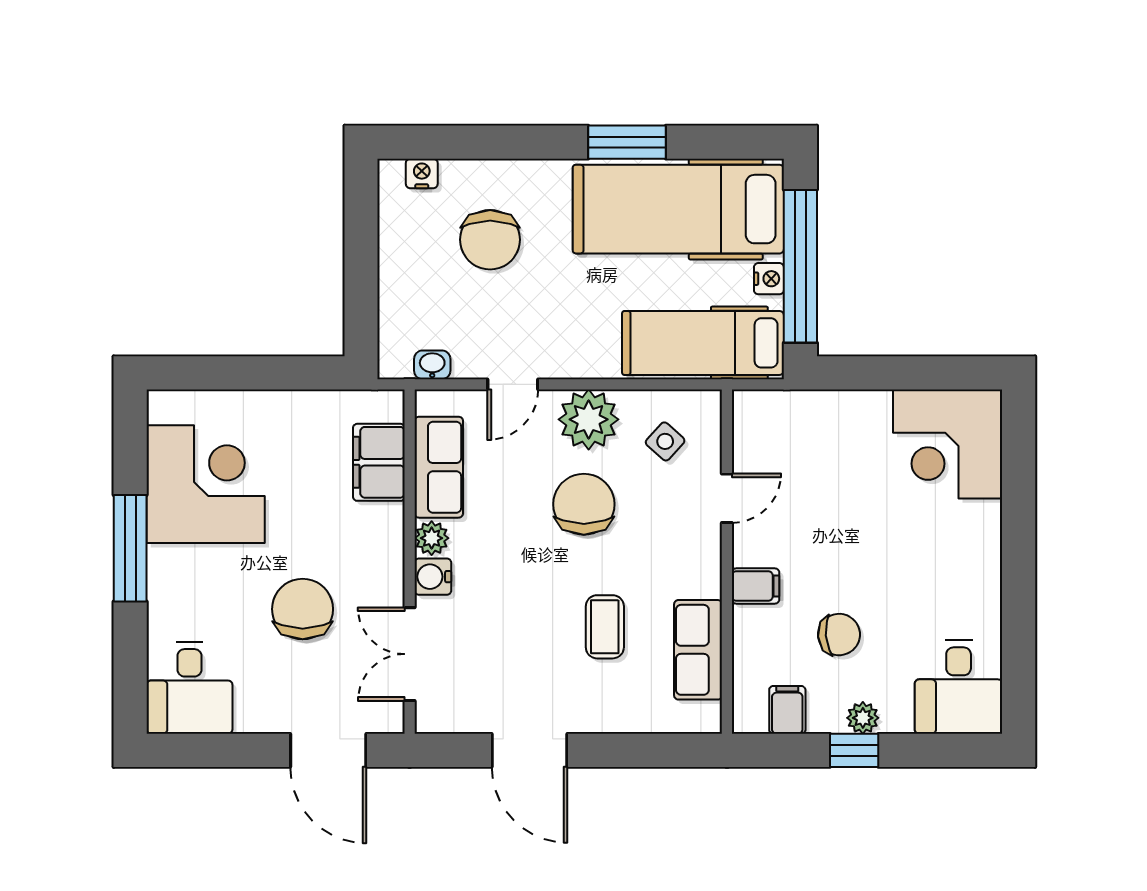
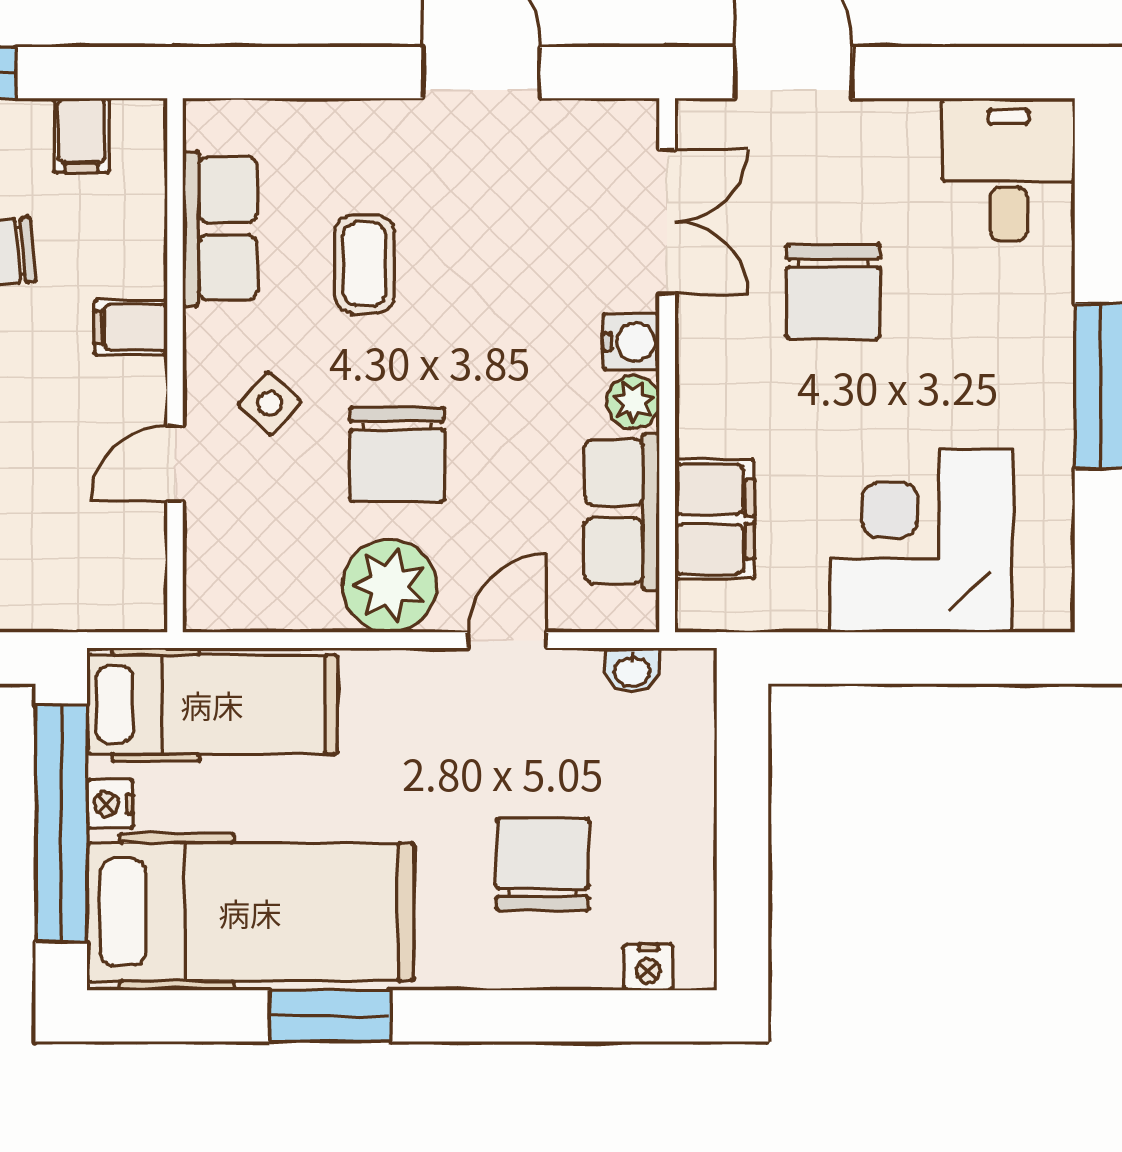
side table: (665, 441) -> (270, 403), moved
corner desk: (206, 484) -> (921, 541), moved, turned 90

